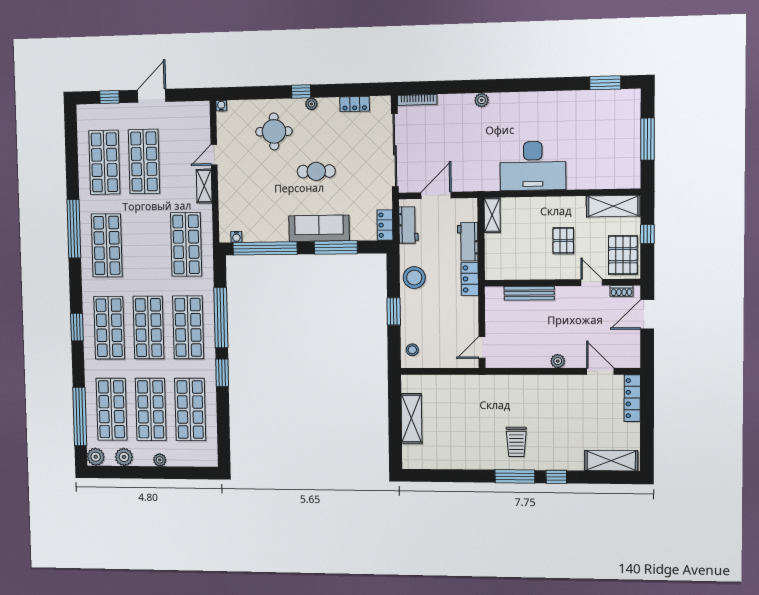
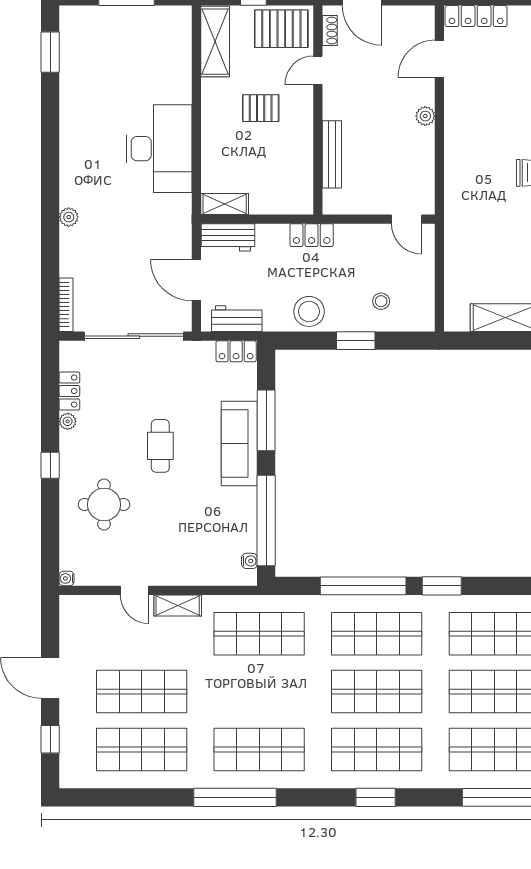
plant: (311, 104) -> (68, 421), moved
workbench: (468, 242) -> (228, 237), moved
stool: (412, 350) -> (381, 301), moved

